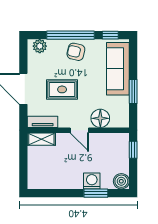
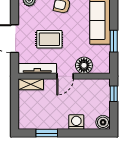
tv unit: (43, 122) -> (37, 68), width x1.41
door: (79, 130) -> (65, 76), hinge flipped
window: (96, 193) -> (47, 133), moved

